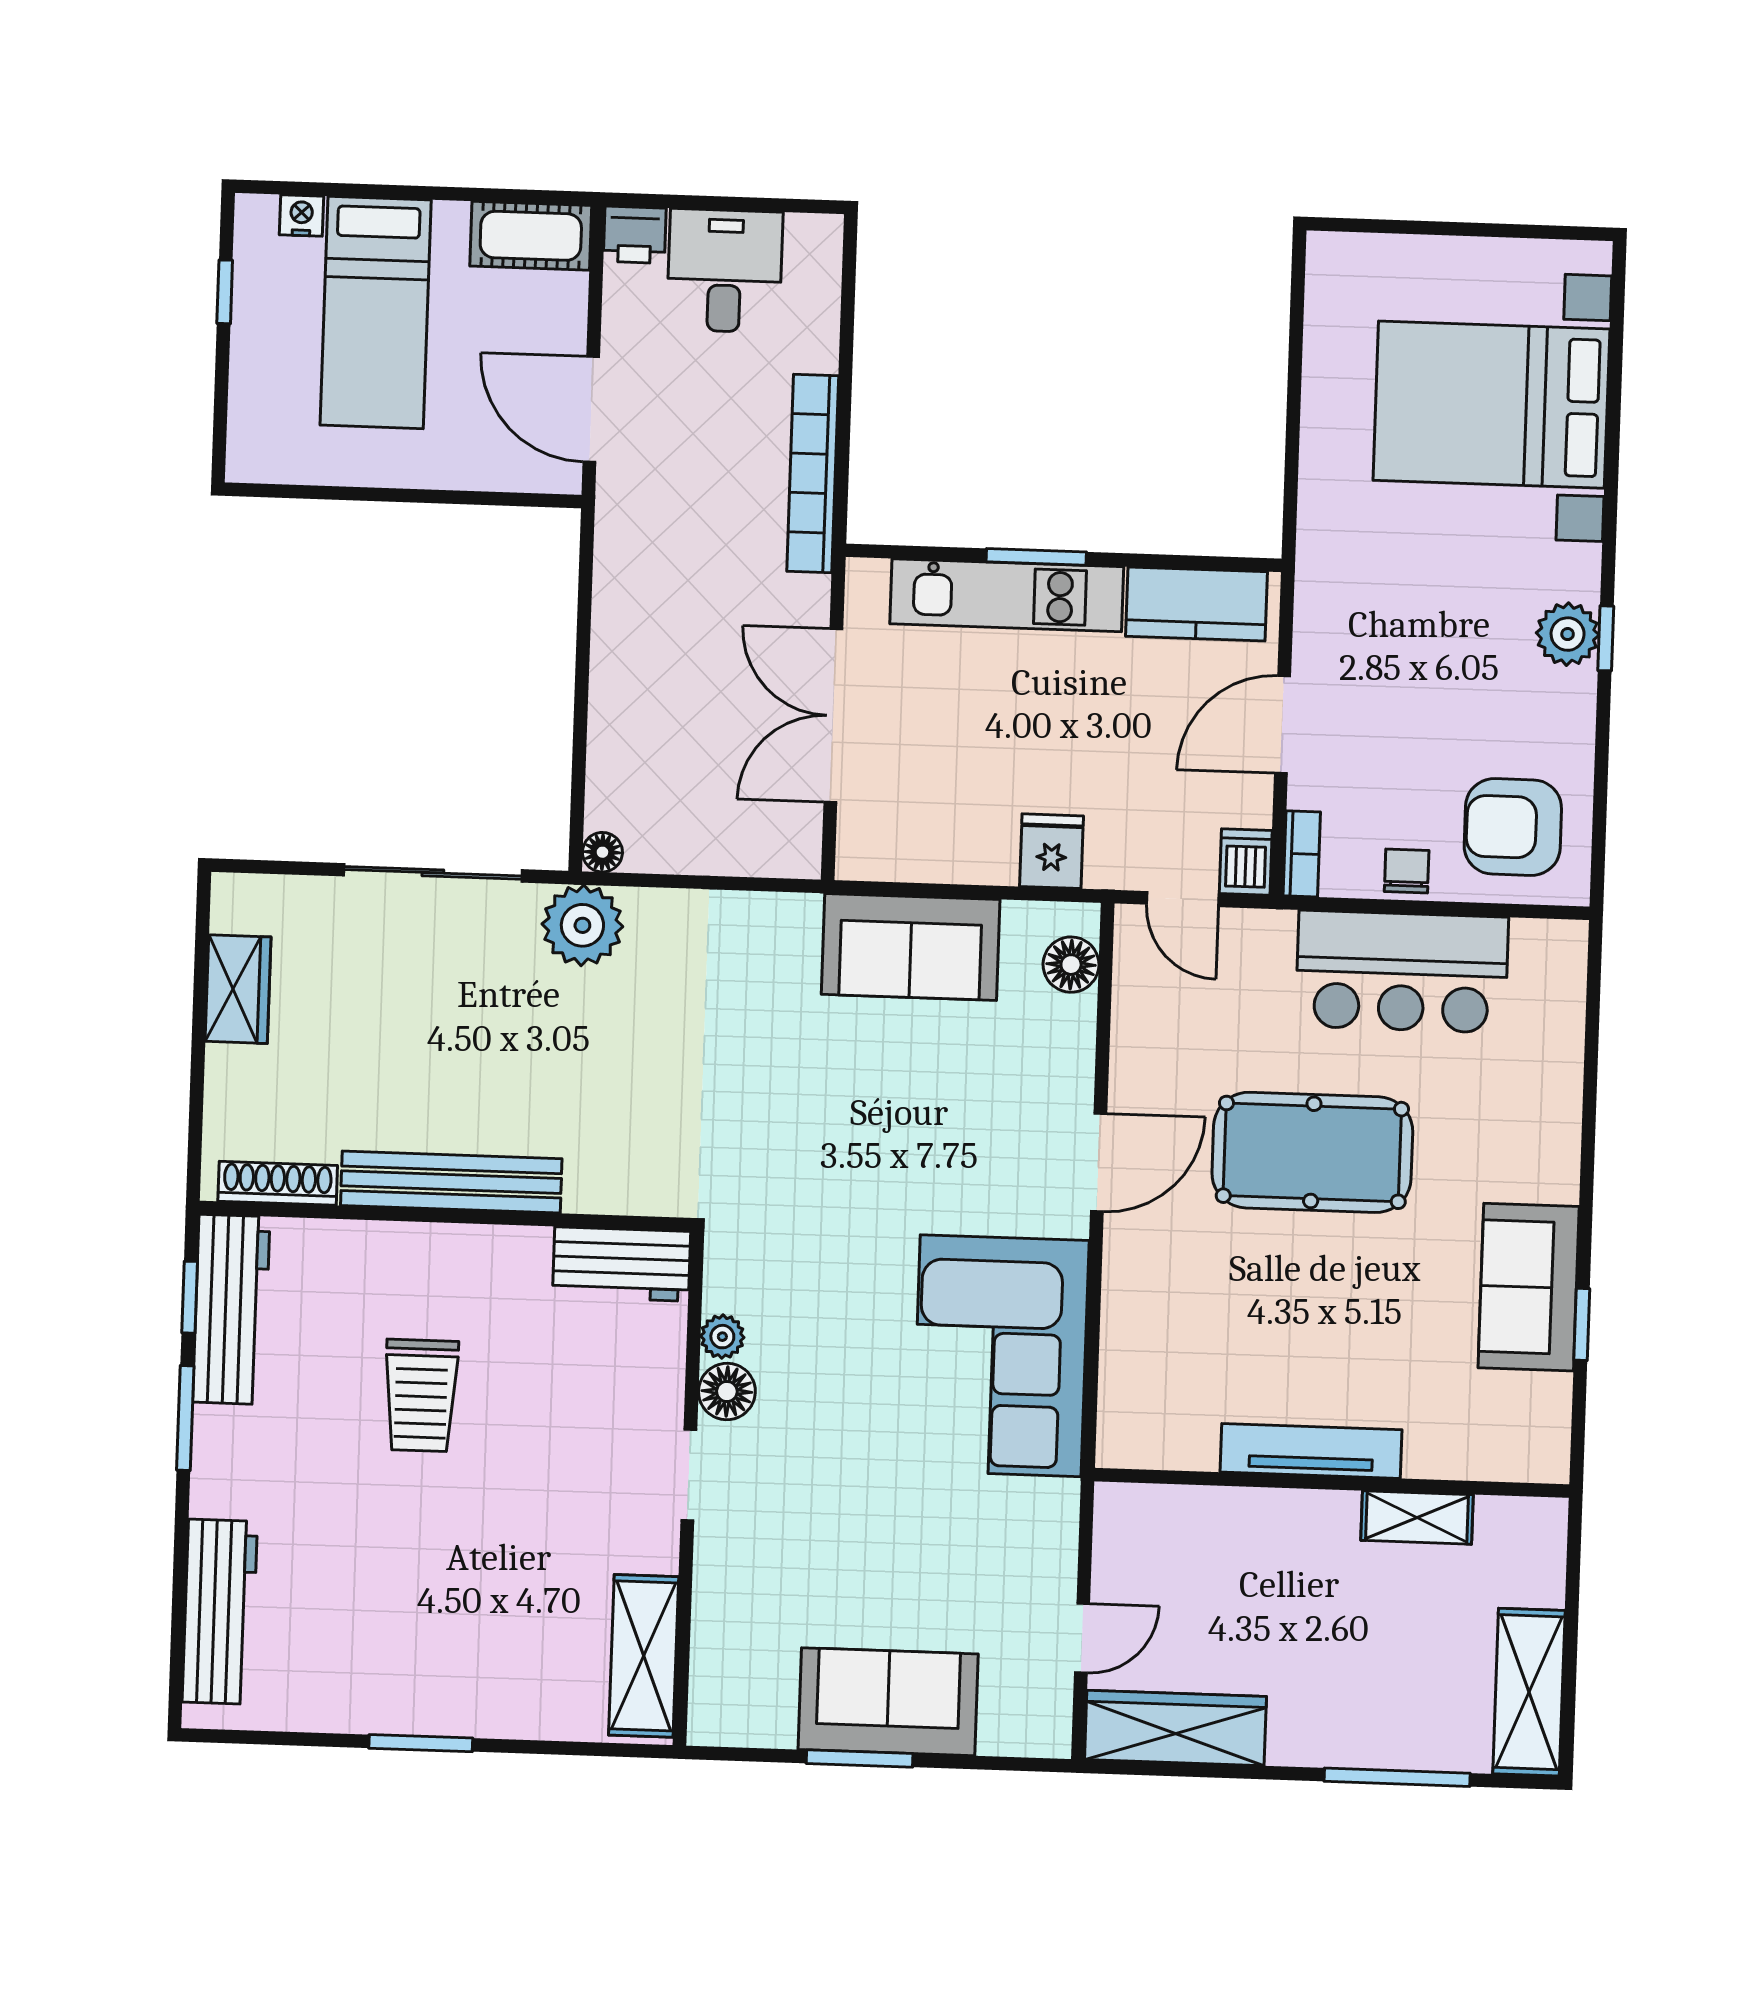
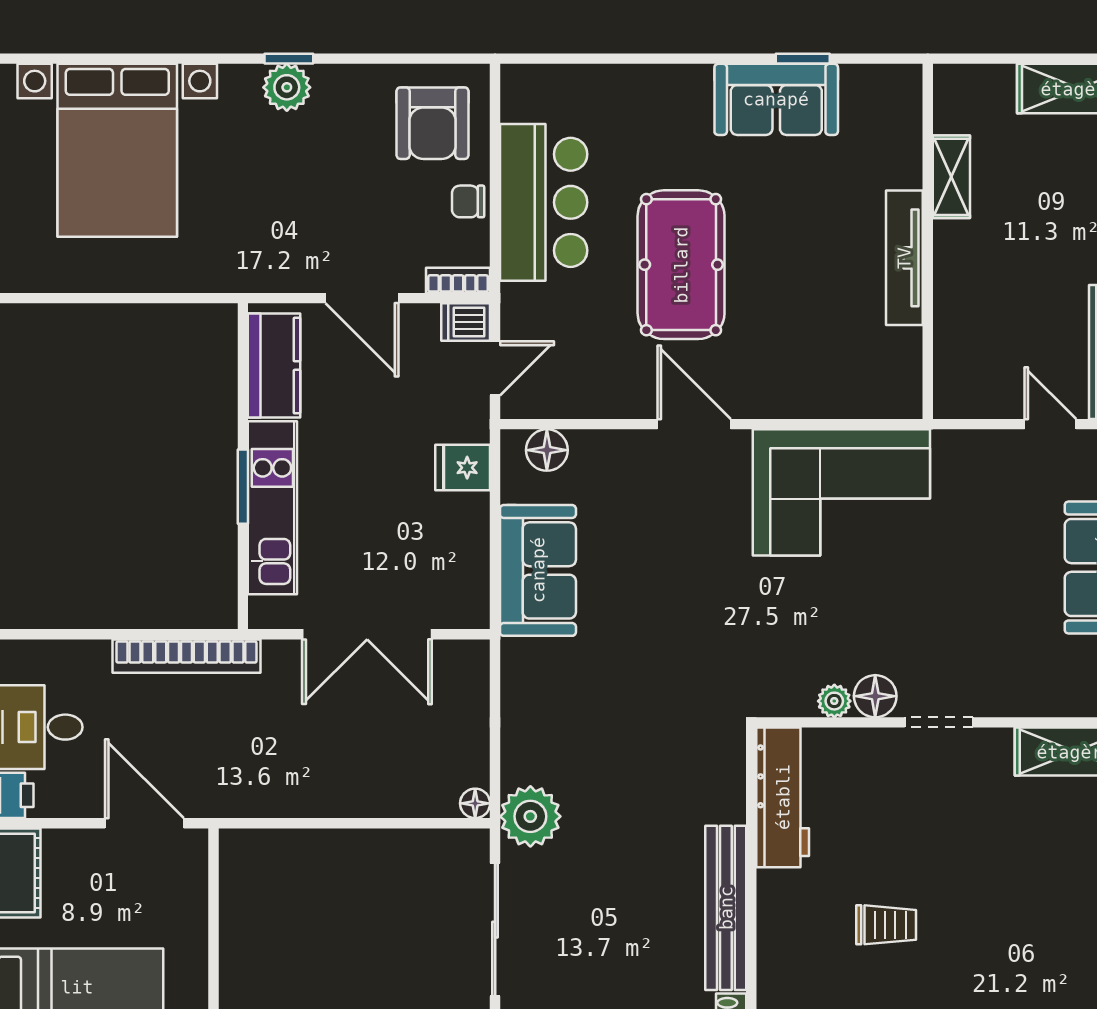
door: (591, 409) -> (144, 823), swing flipped
workbench: (622, 1264) -> (783, 797), width x1.38
trolley: (421, 1395) -> (886, 925), width x0.73, depth x0.72

